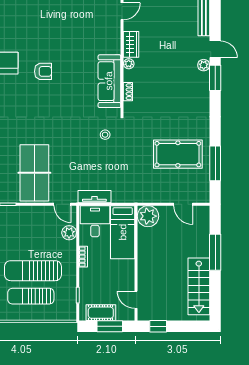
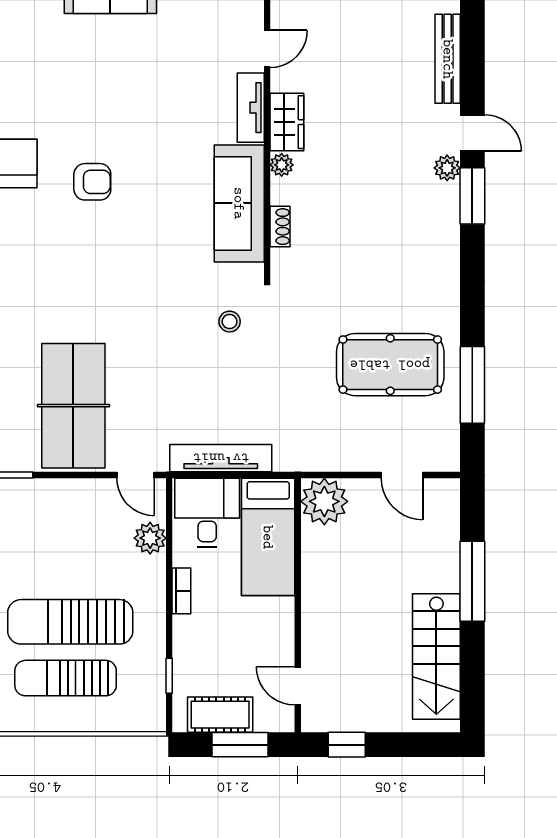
tv unit: (115, 38) -> (251, 108), added
tv unit: (94, 197) -> (221, 458), width x1.41

